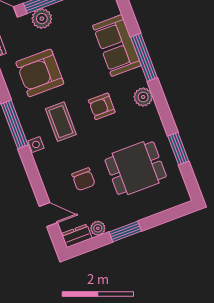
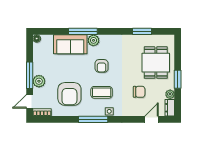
plant: (143, 97) -> (93, 40), moved
dining table: (136, 168) -> (156, 63), moved

